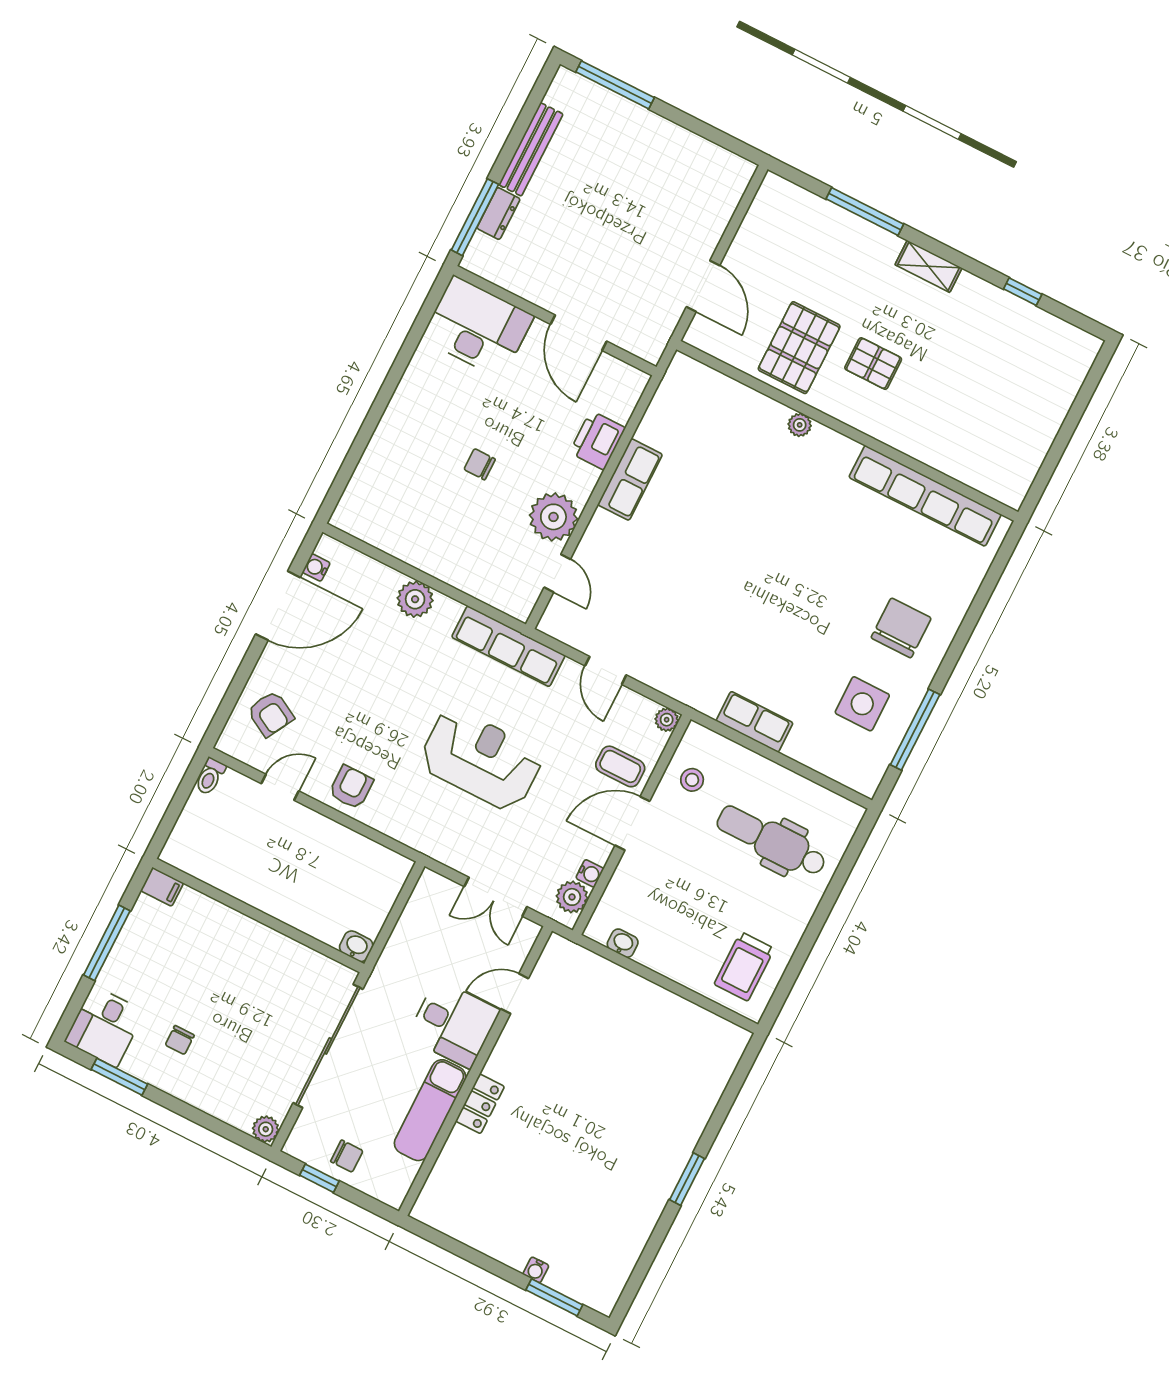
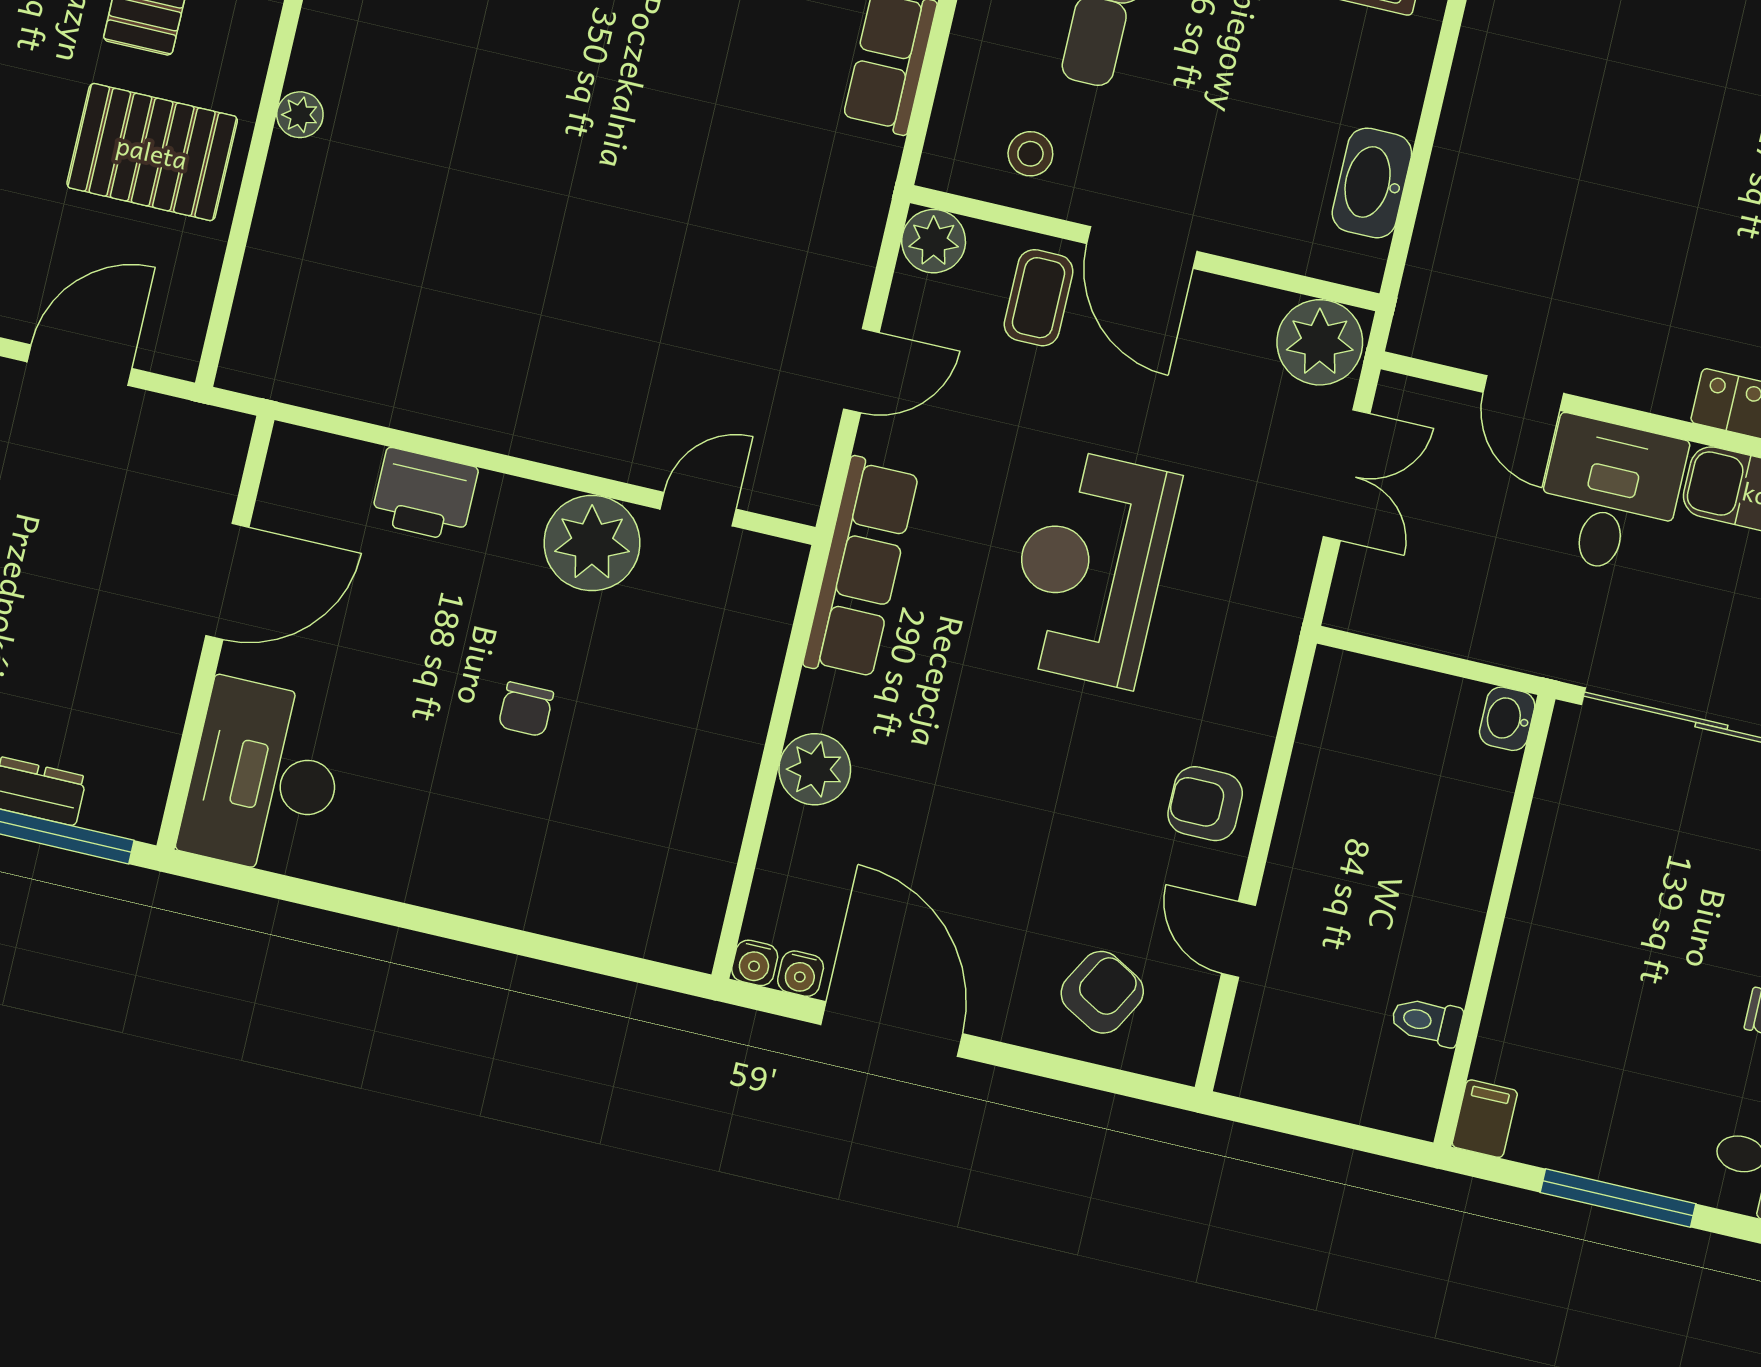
row of seats: (630, 480) -> (484, 414), removed
plant: (667, 720) -> (934, 241), width x1.38, depth x1.38
toilet: (210, 776) -> (1427, 1021), moved, turned 180
water cooler: (590, 873) -> (755, 963), moved, turned 180
plant: (572, 897) -> (1320, 342), width x1.36, depth x1.36
washbasin: (623, 943) -> (1372, 183), width x1.91, depth x1.45

